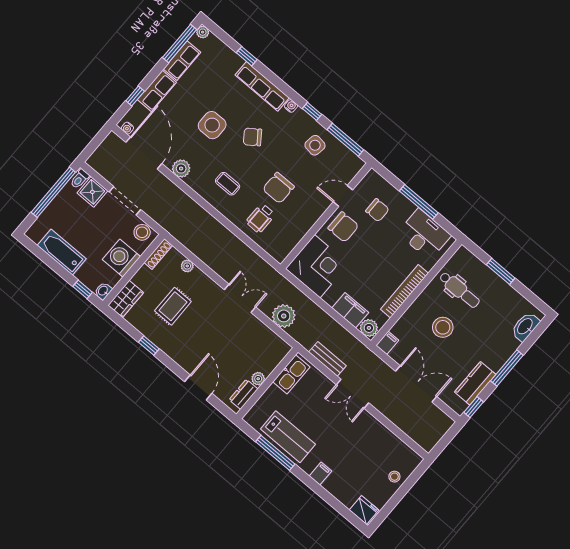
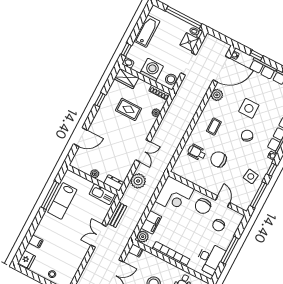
dresser: (243, 394) -> (114, 183), moved
filing cabinet: (320, 474) -> (36, 241), moved

